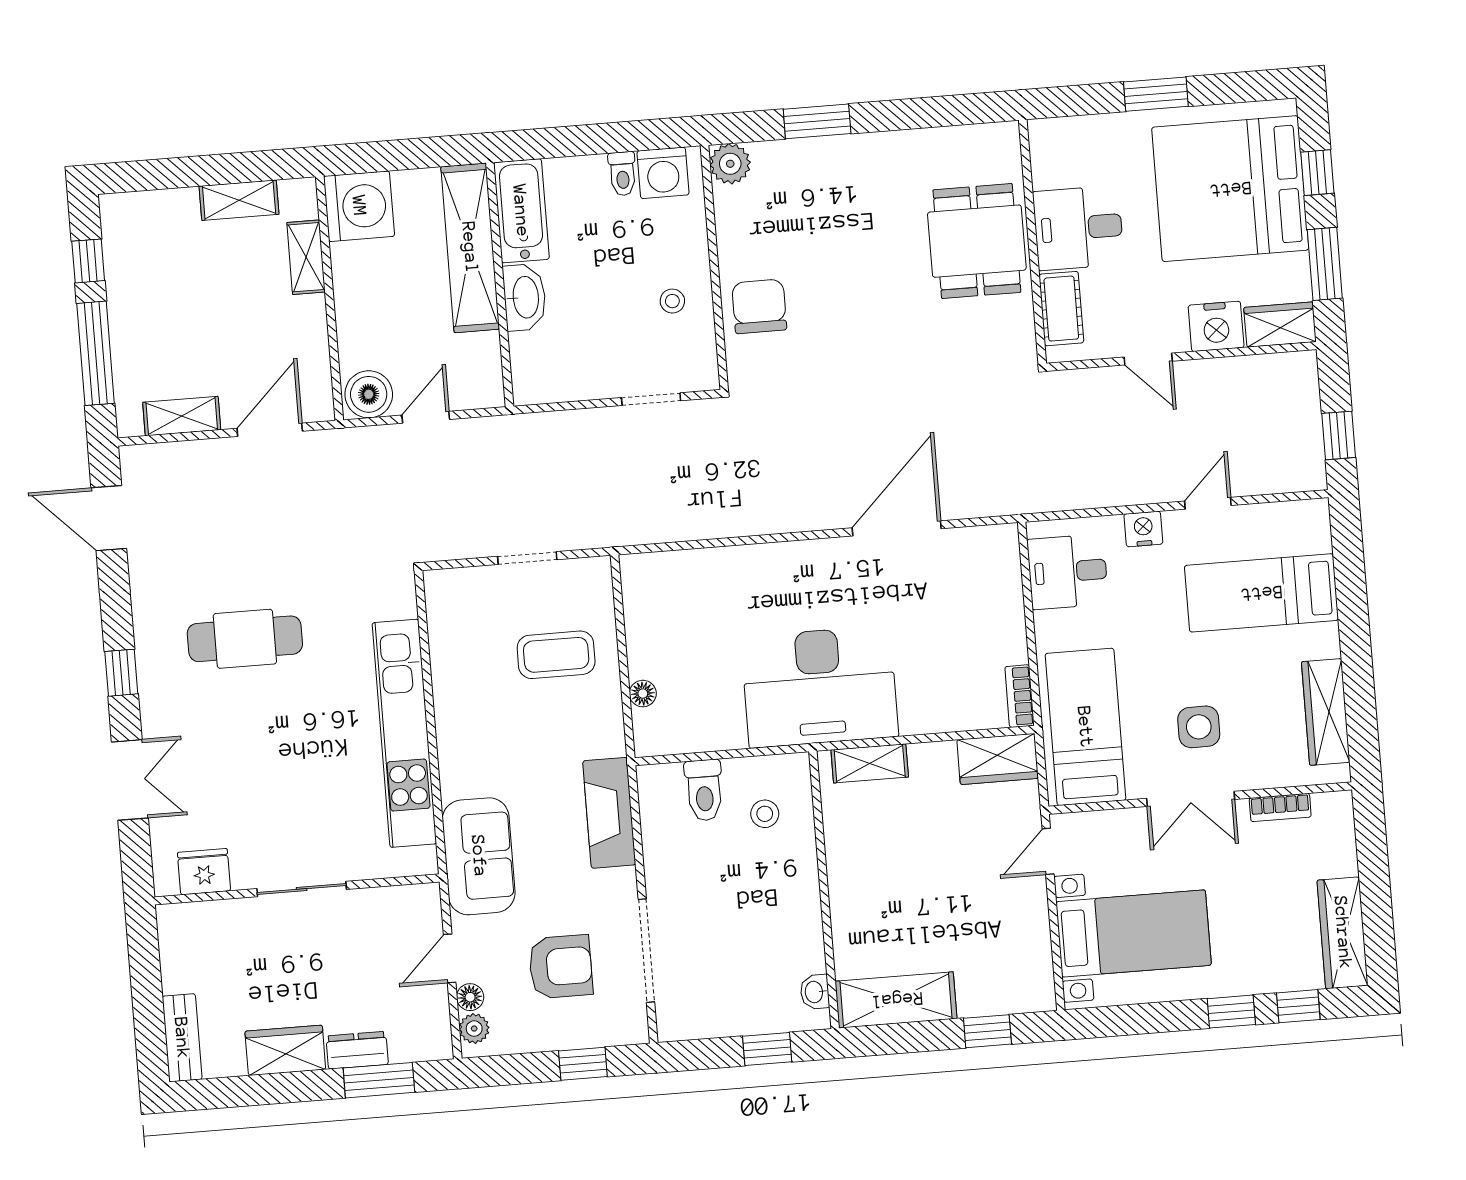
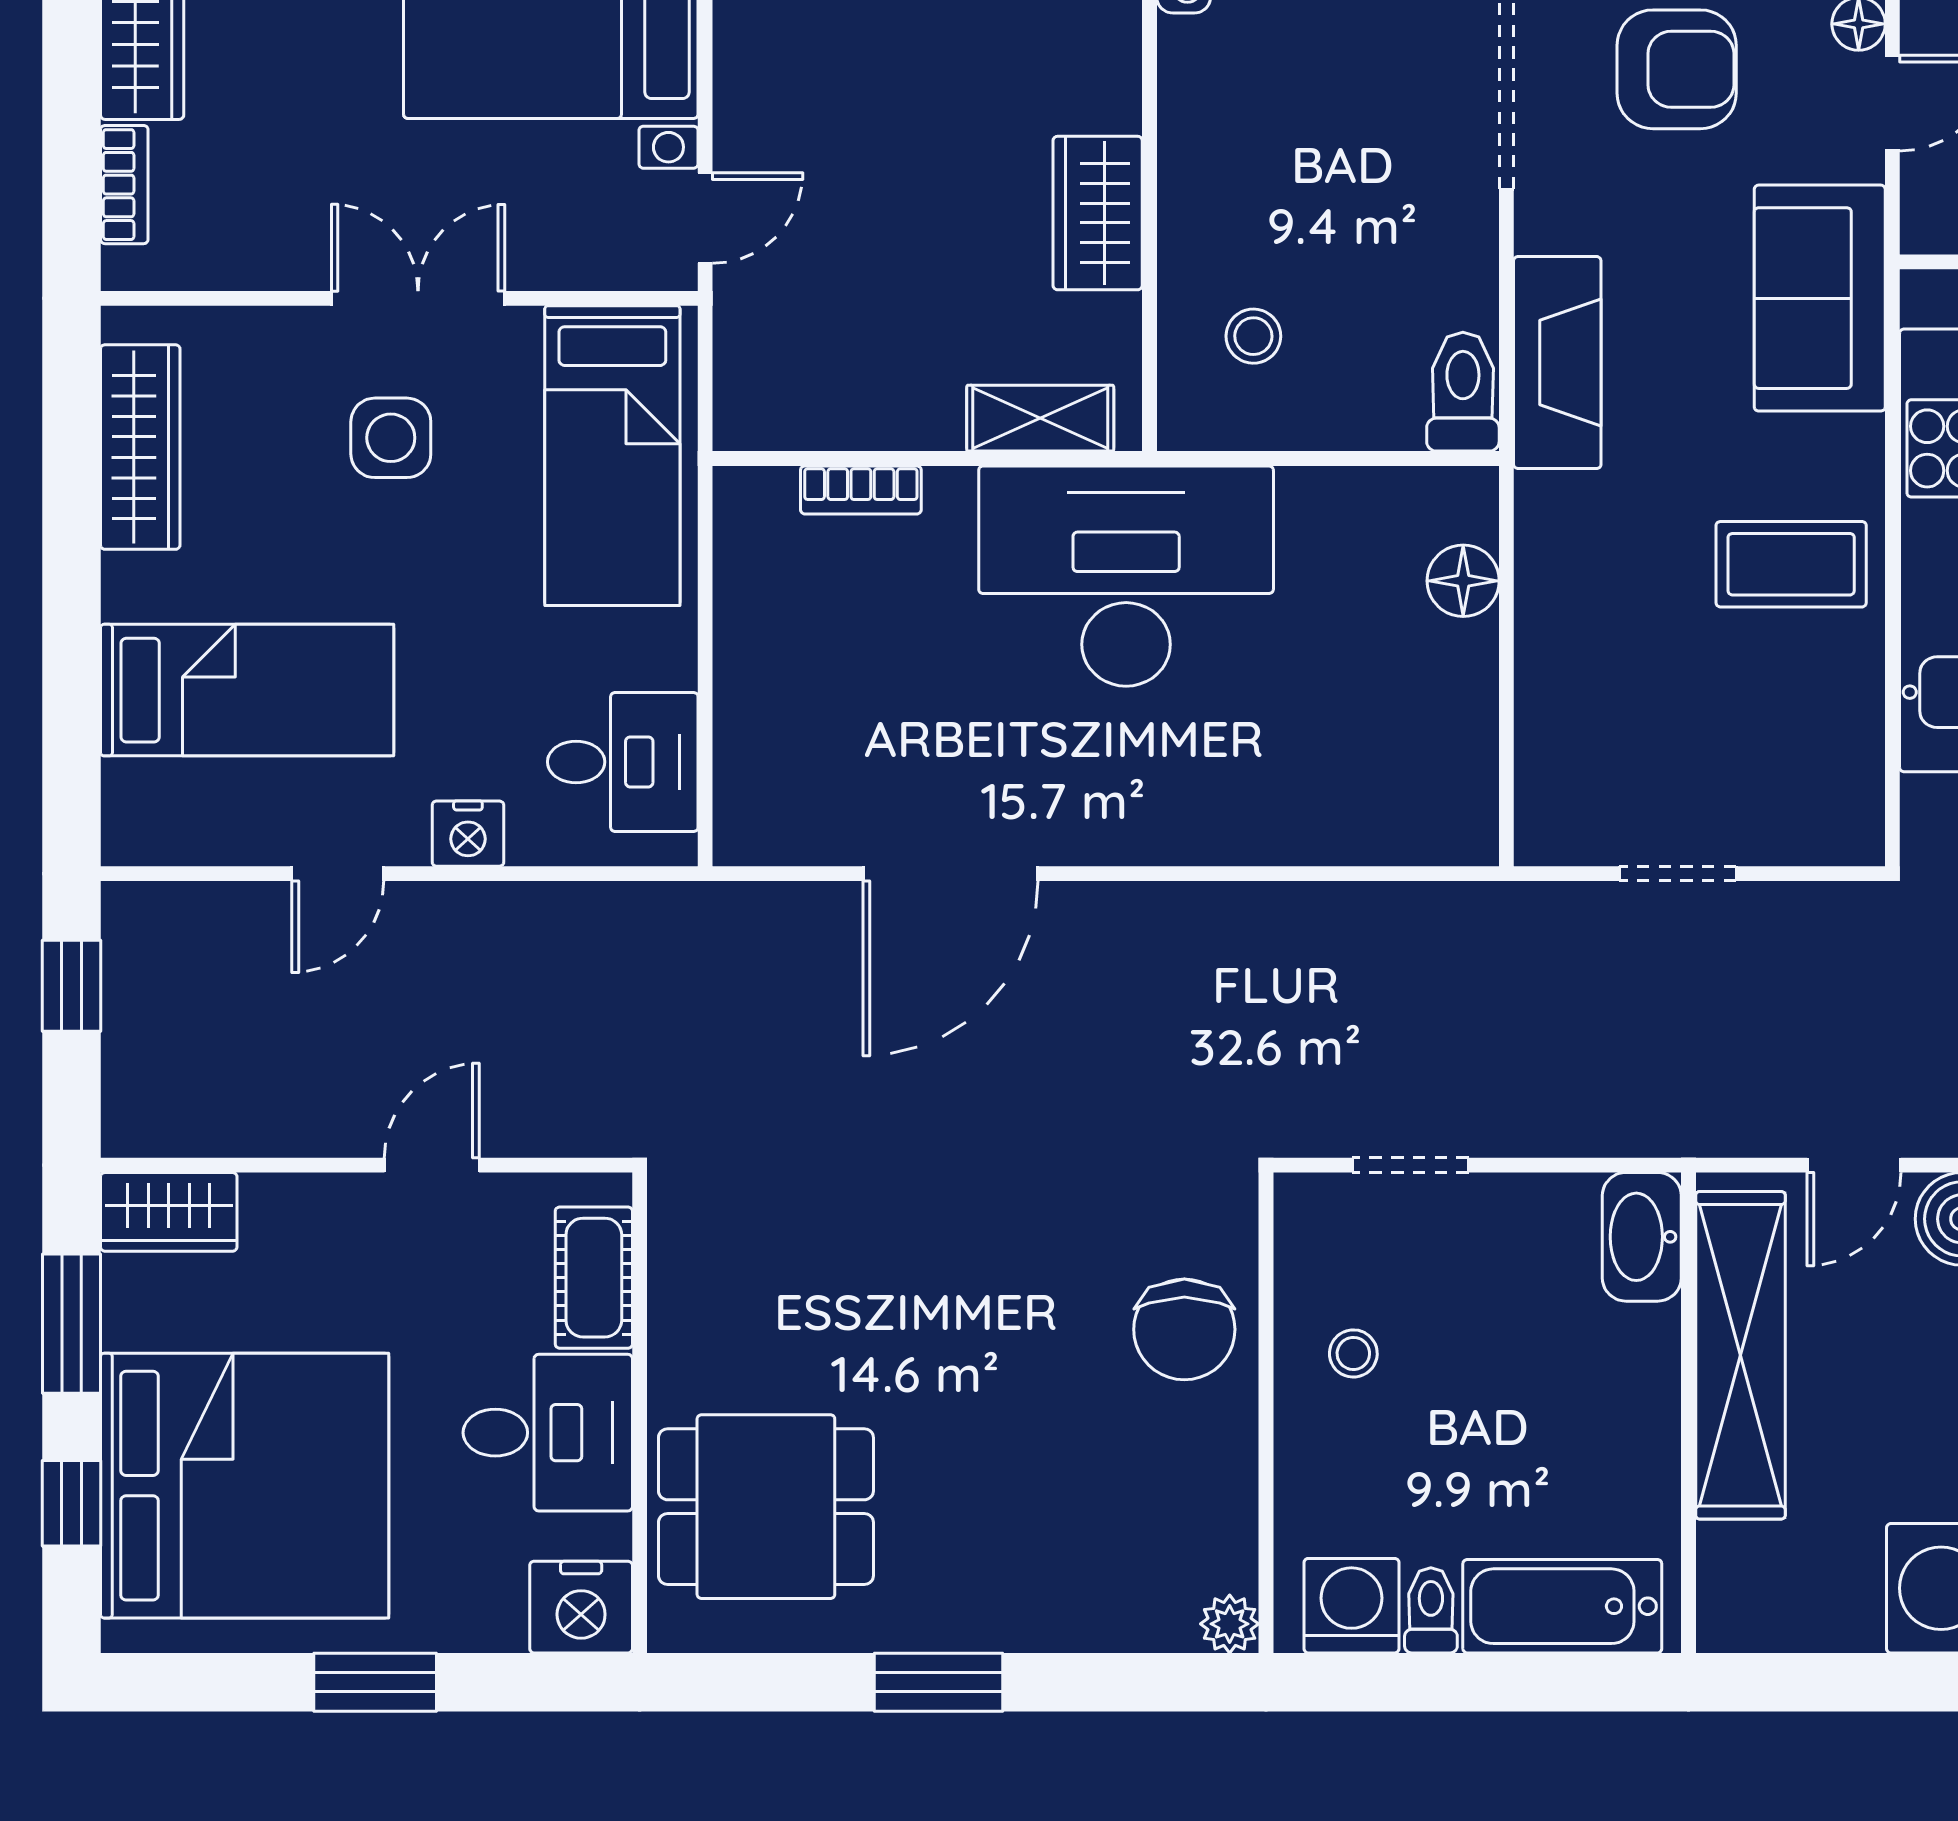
window: (817, 121) -> (939, 1682), moved
plant: (730, 164) -> (1230, 1624), width x0.73, depth x0.73
bathtub: (521, 211) -> (1562, 1606), moved, turned 90
dining table: (977, 241) -> (766, 1507), moved, turned 90
shelving: (470, 248) -> (1740, 1355), moved
washbasin: (525, 297) -> (1642, 1237), moved
nightstand: (1216, 326) -> (581, 1607), moved, turned 180
door: (1148, 359) -> (432, 1165), hinge flipped
coffee table: (556, 655) -> (1791, 564), moved
floor lamp: (643, 694) -> (1463, 581), width x1.37, depth x1.37
bookcase: (1020, 696) -> (861, 490), moved, turned 90
wardrobe: (998, 759) -> (1098, 213), moved, turned -90
toilet: (704, 790) -> (1463, 392), moved
bookcase: (1280, 807) -> (124, 185), moved, turned 90
armchair: (561, 967) -> (1677, 69), turned 180

